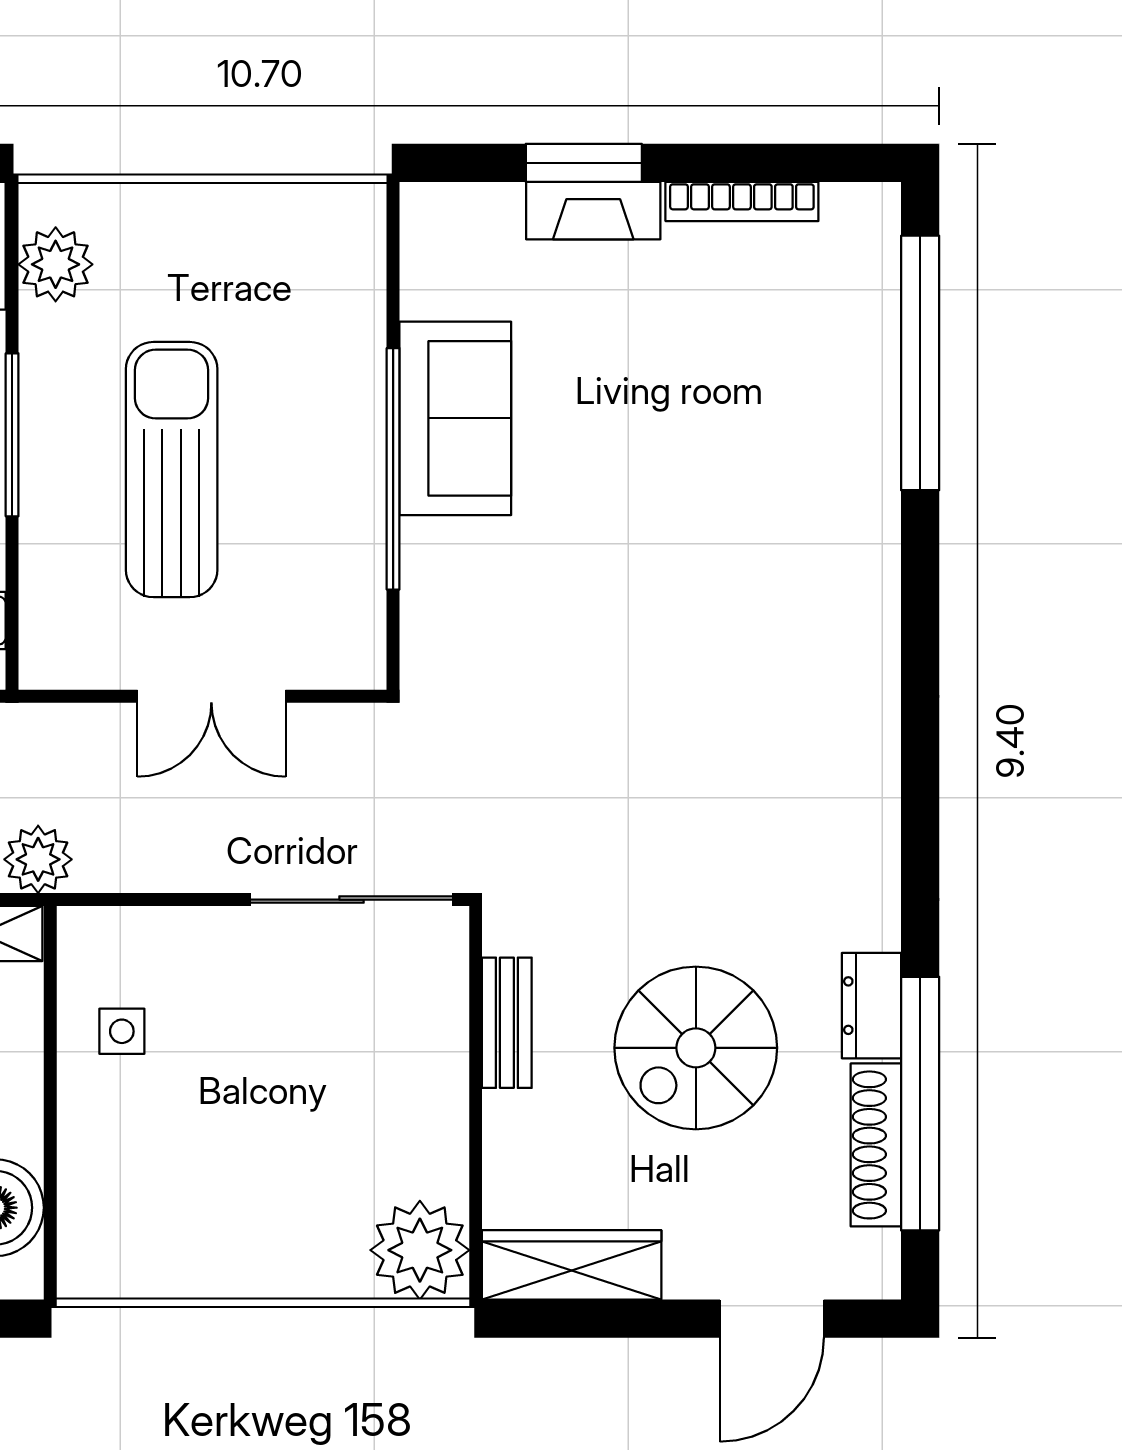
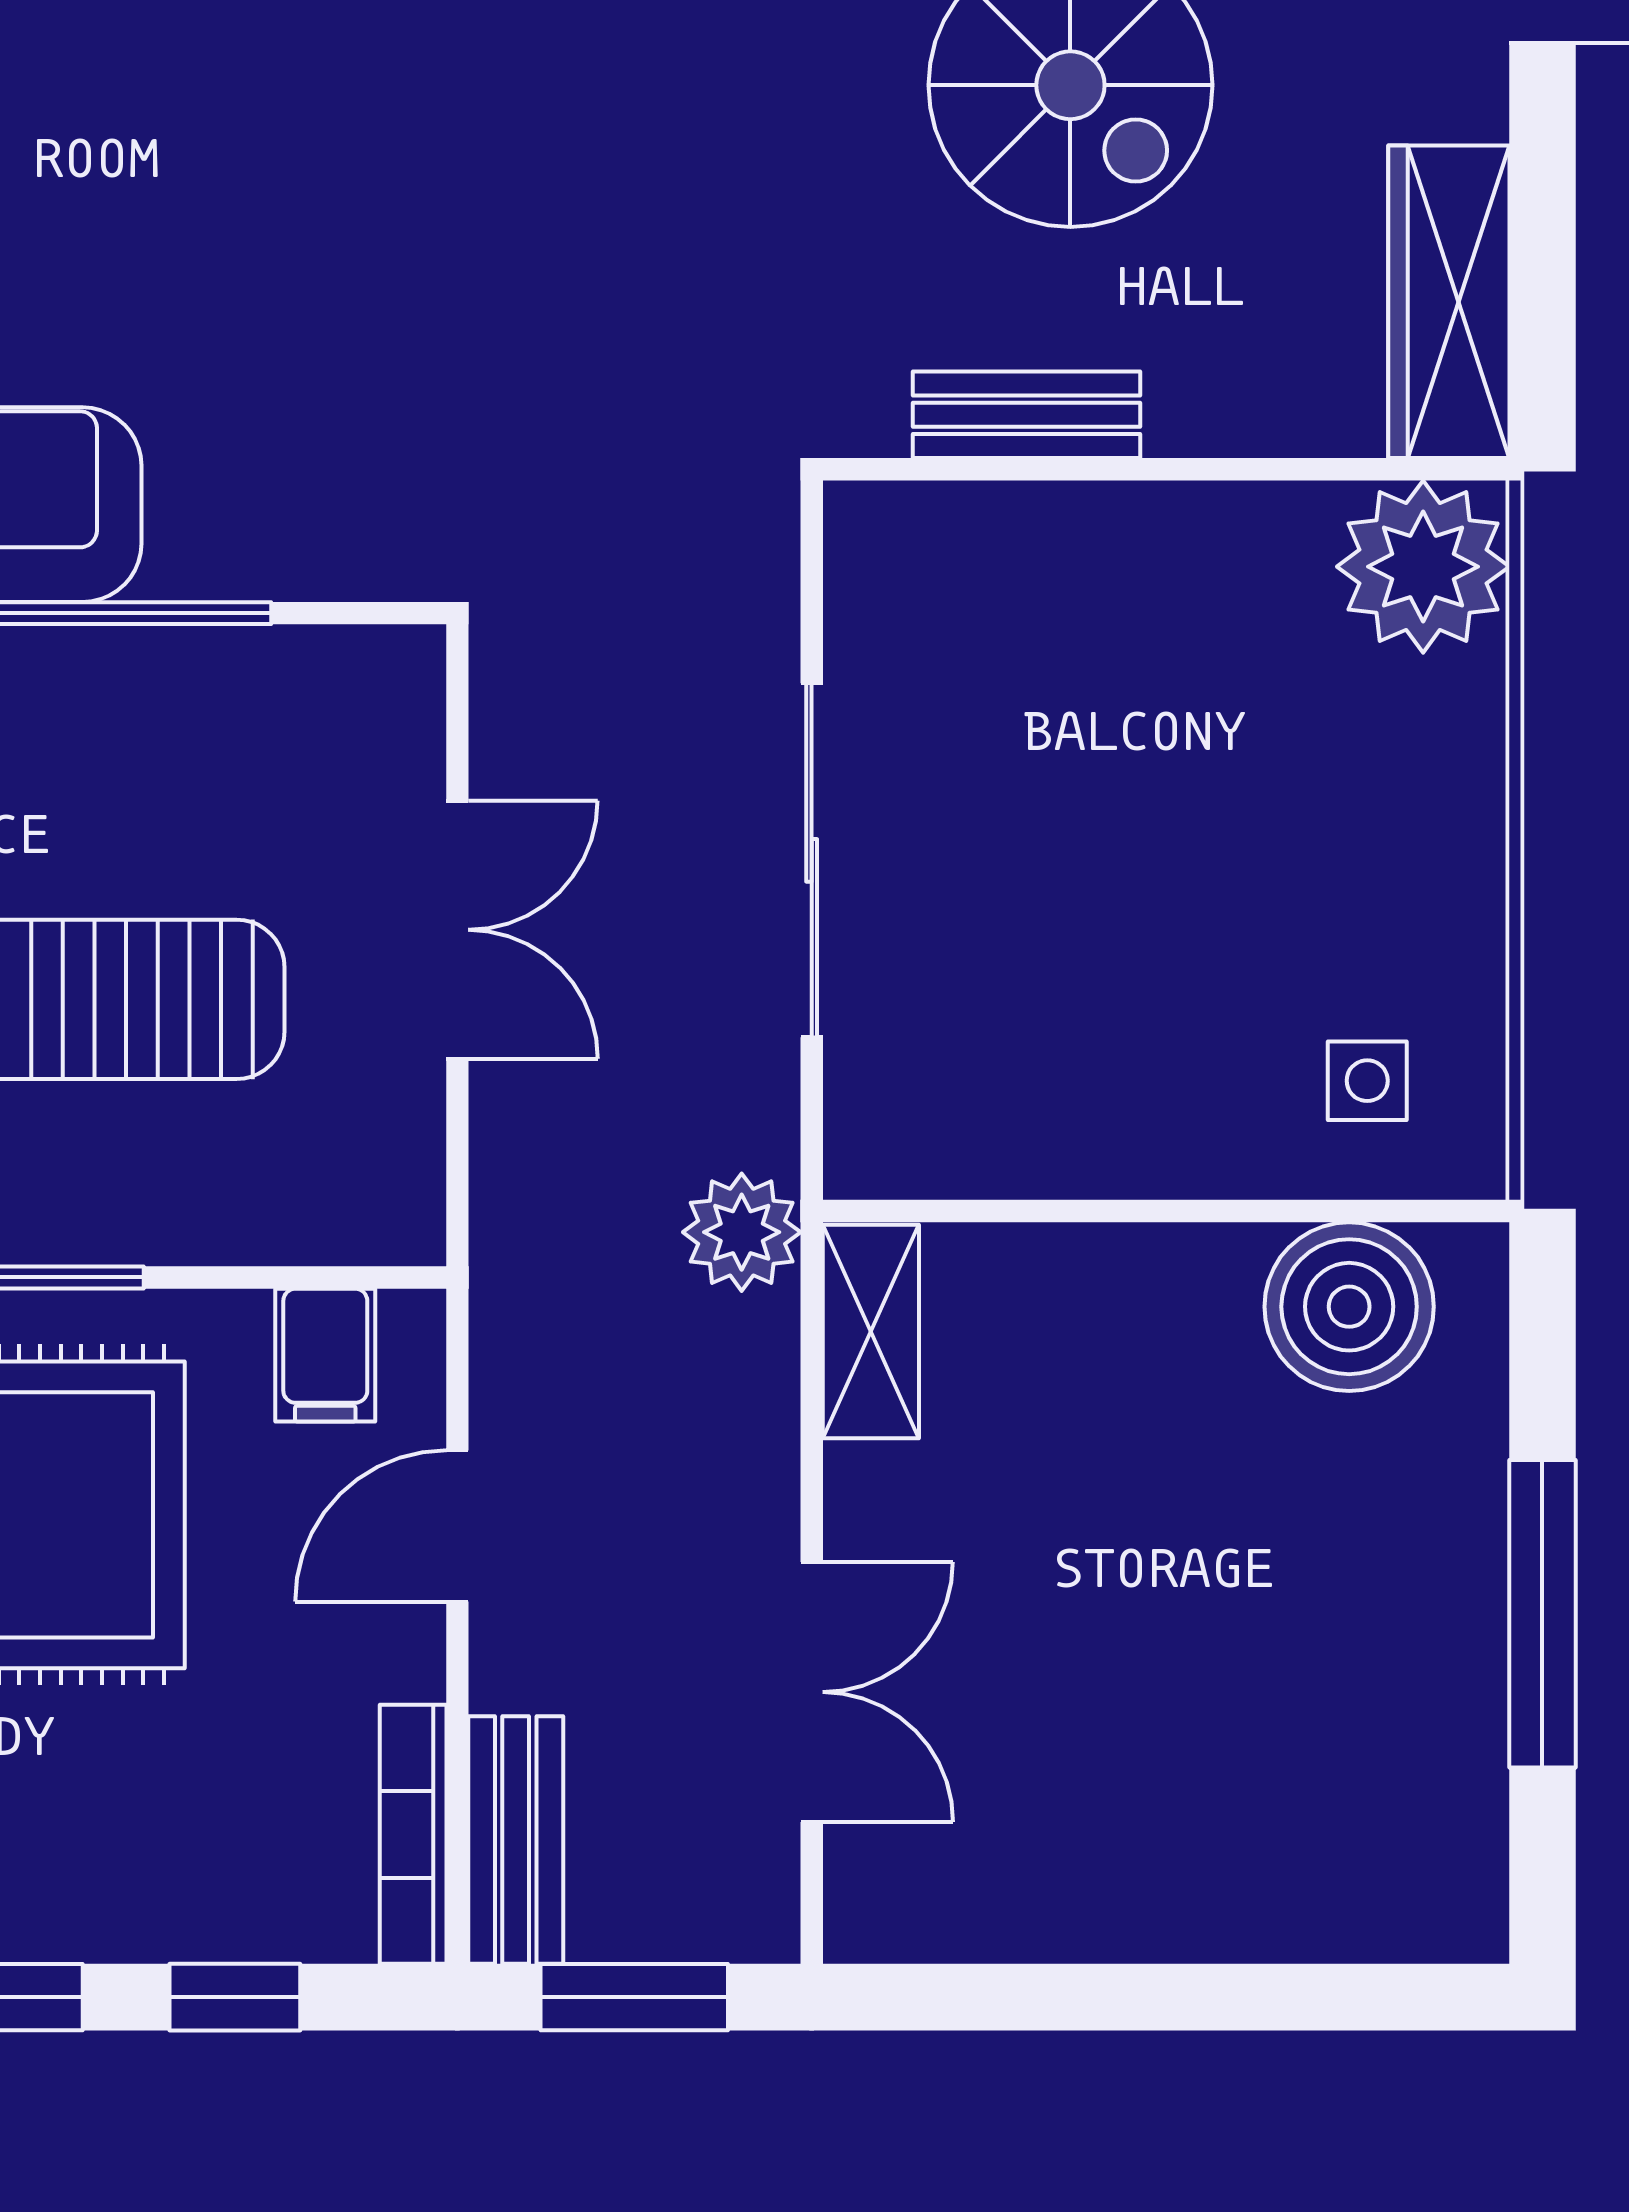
sliding door: (351, 900) -> (812, 860), moved
side table: (122, 1031) -> (1367, 1081), moved

